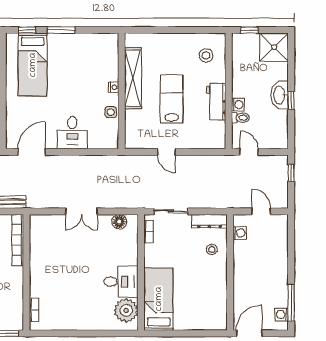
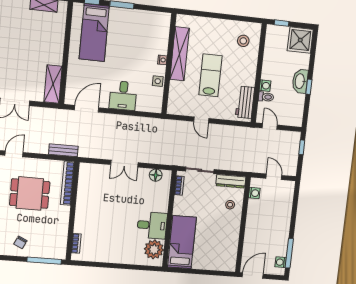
workbench: (216, 102) -> (245, 102), moved

